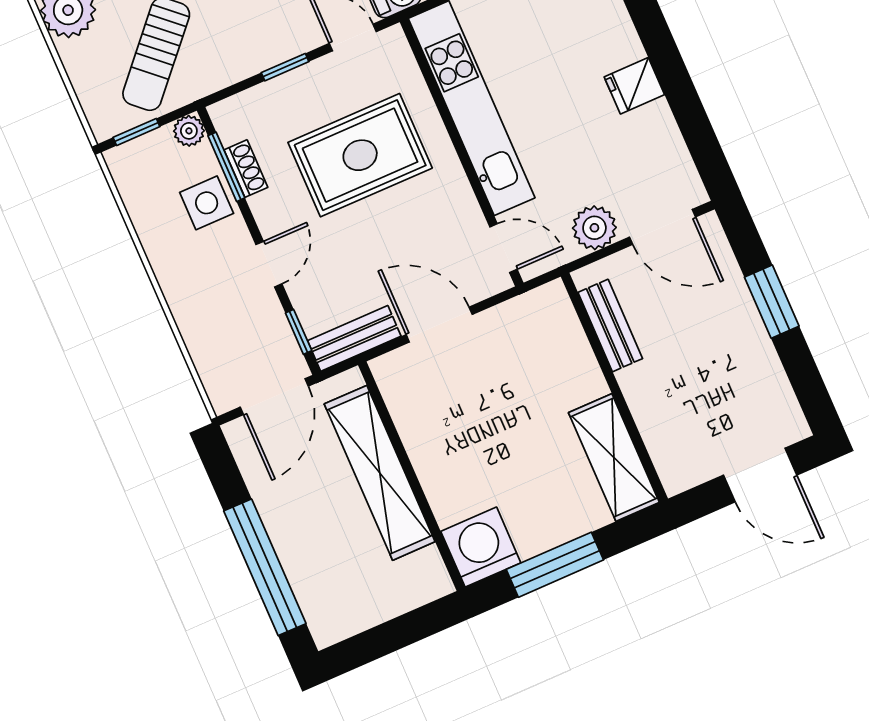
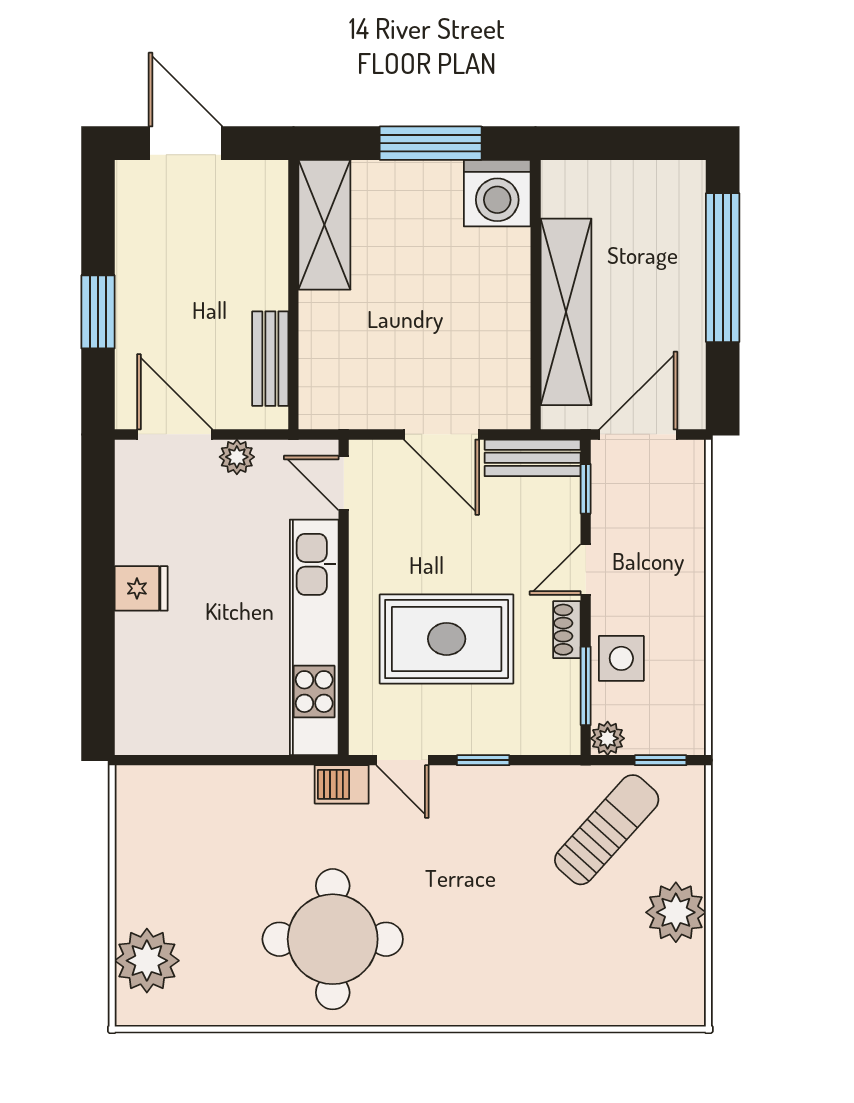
shoe rack: (246, 169) -> (567, 630), moved
plant: (594, 228) -> (237, 457), width x0.73, depth x0.73

